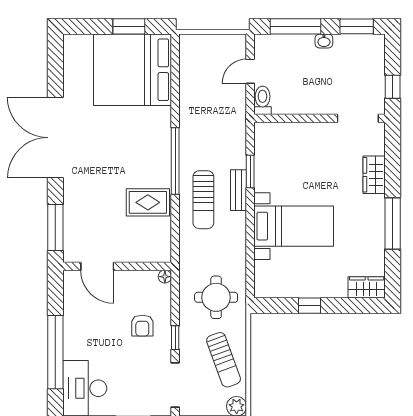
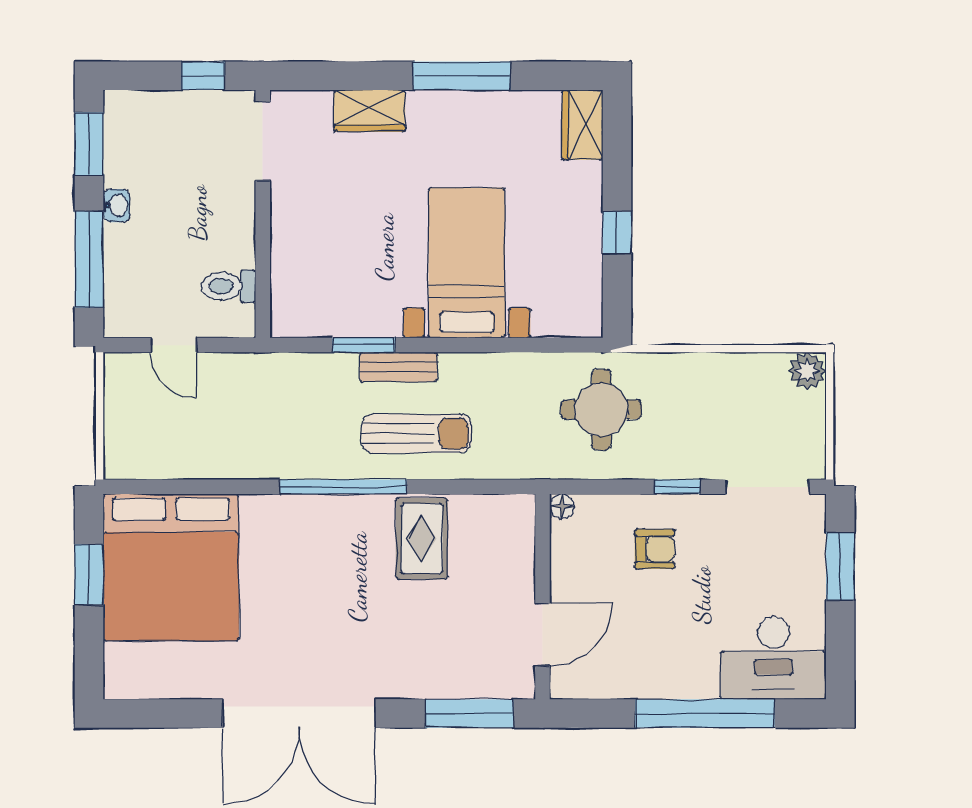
toilet: (263, 100) -> (229, 286), moved
sun lounger: (224, 360) -> (719, 395), removed

